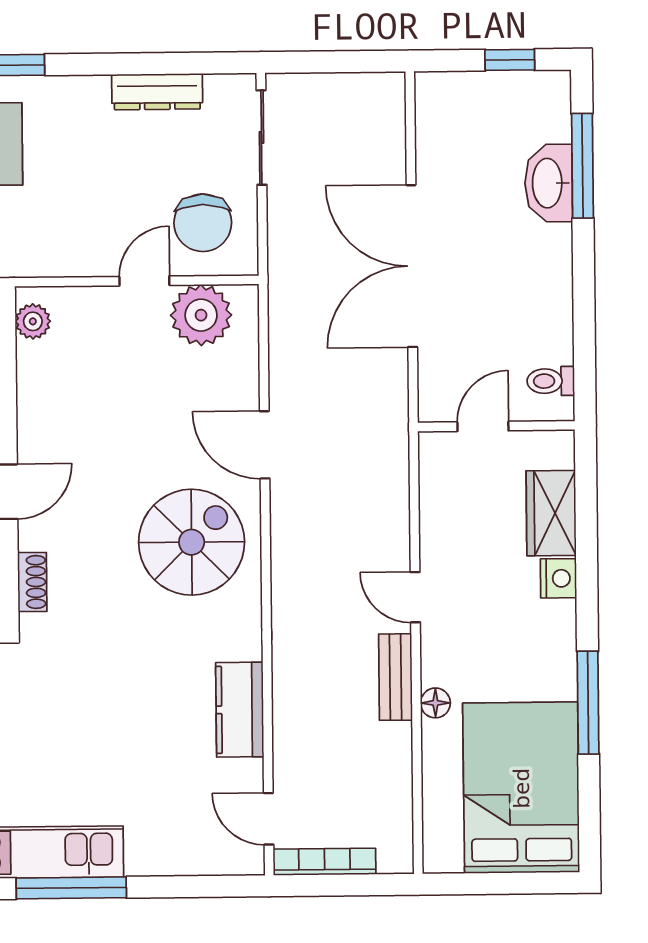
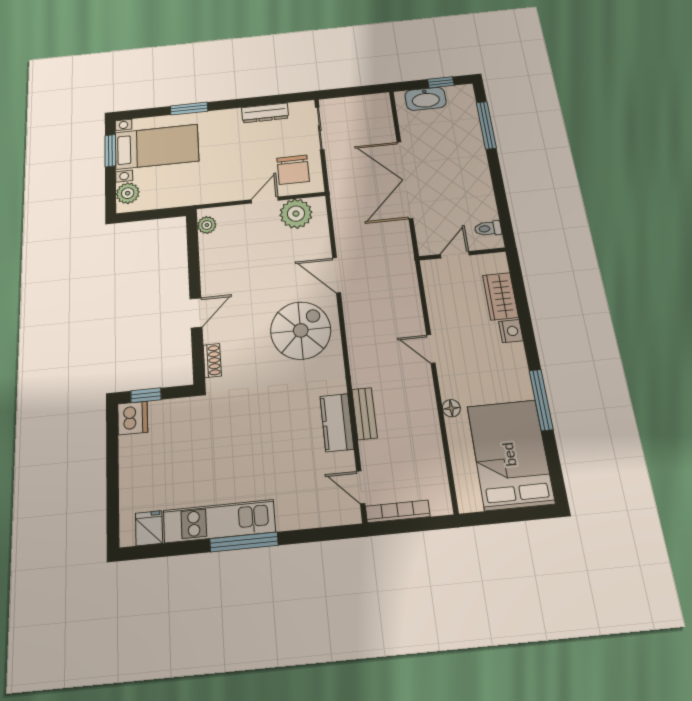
washbasin: (549, 183) -> (426, 99), moved, turned -90
bench: (395, 677) -> (365, 414), moved

